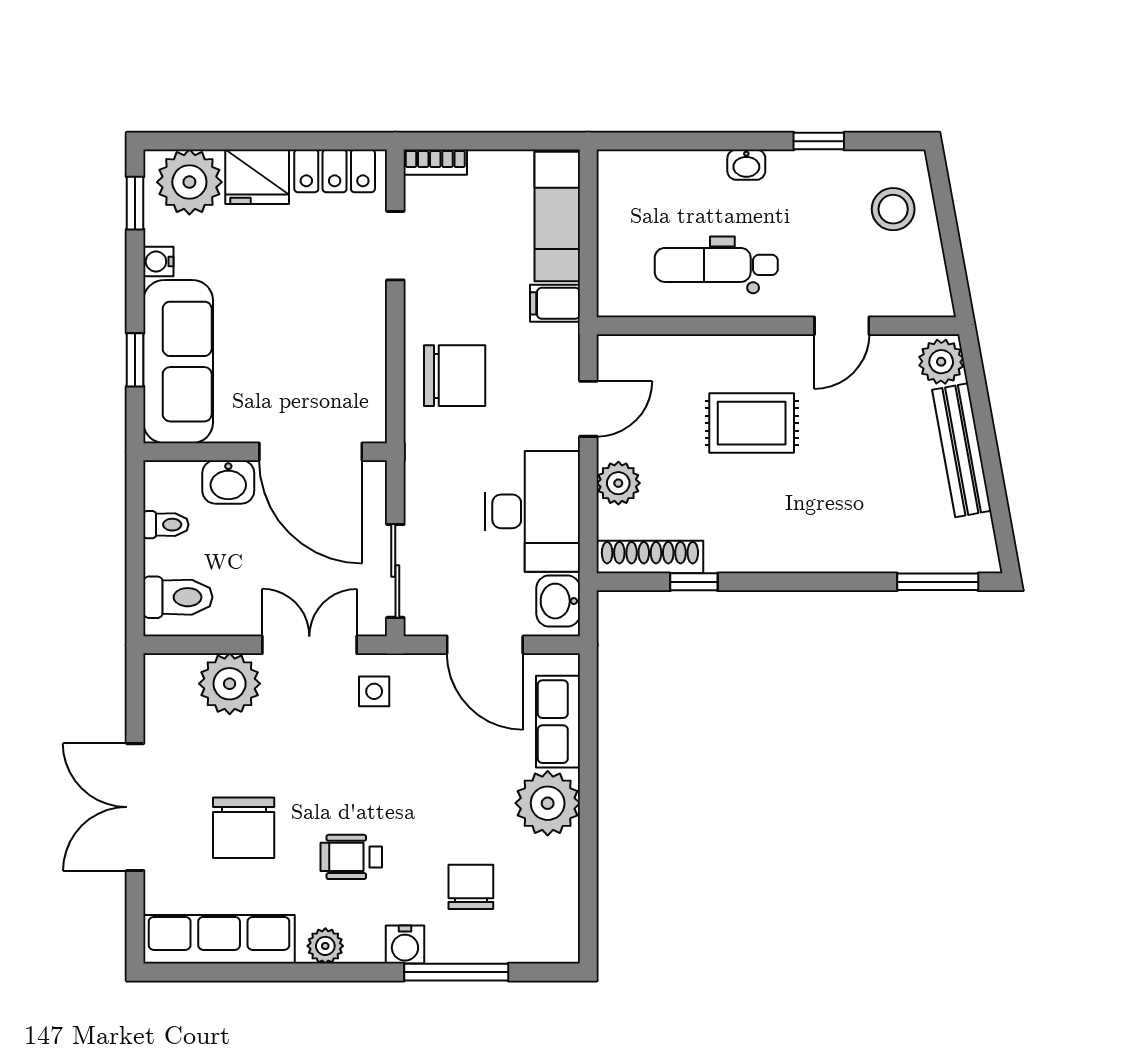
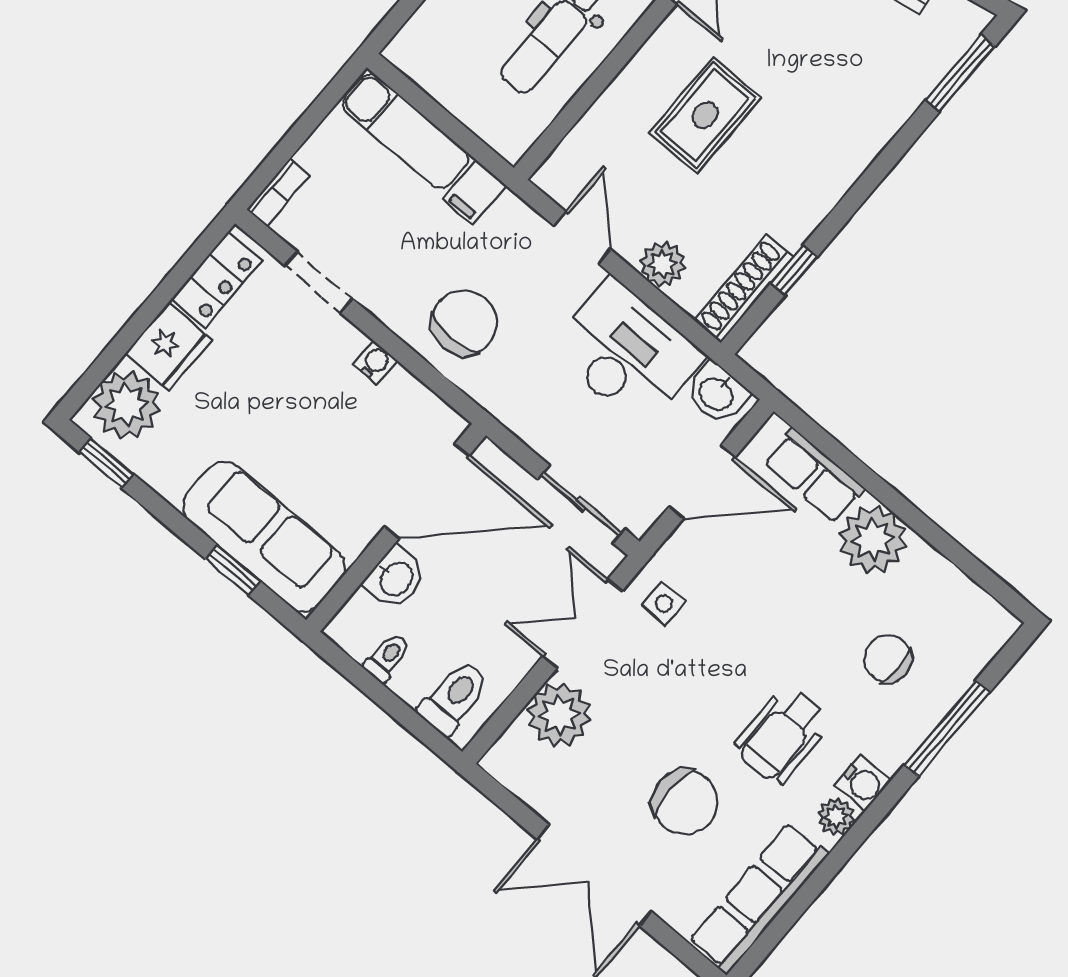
water cooler: (158, 262) -> (375, 362), moved, turned 180
wheelchair: (351, 857) -> (782, 735), width x1.36, depth x1.37
water cooler: (405, 945) -> (863, 783), moved

